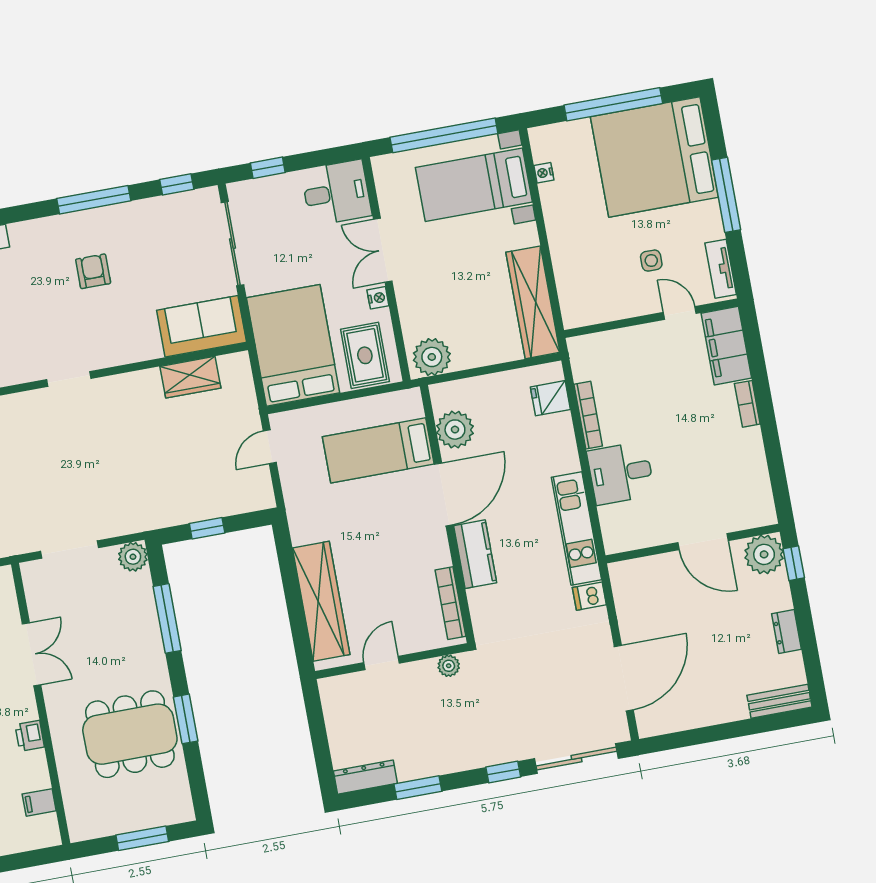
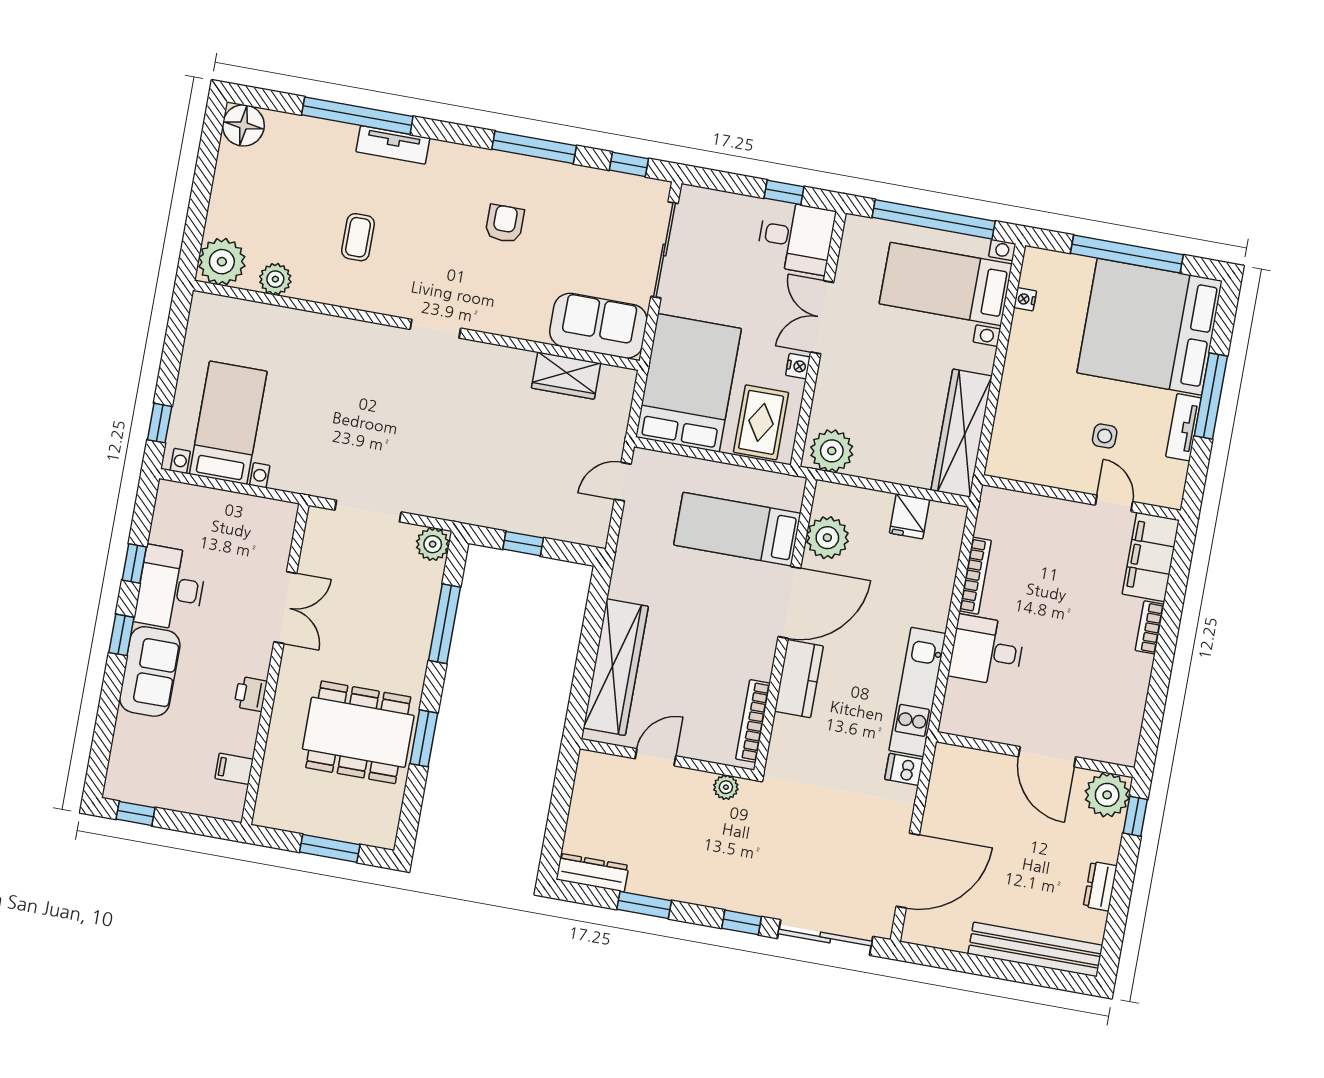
window: (268, 168) -> (784, 192), moved
tv unit: (721, 269) -> (1183, 427), moved
fridge: (550, 398) -> (910, 516), moved, turned -90
bench: (779, 701) -> (1035, 949), width x1.86, depth x1.21

